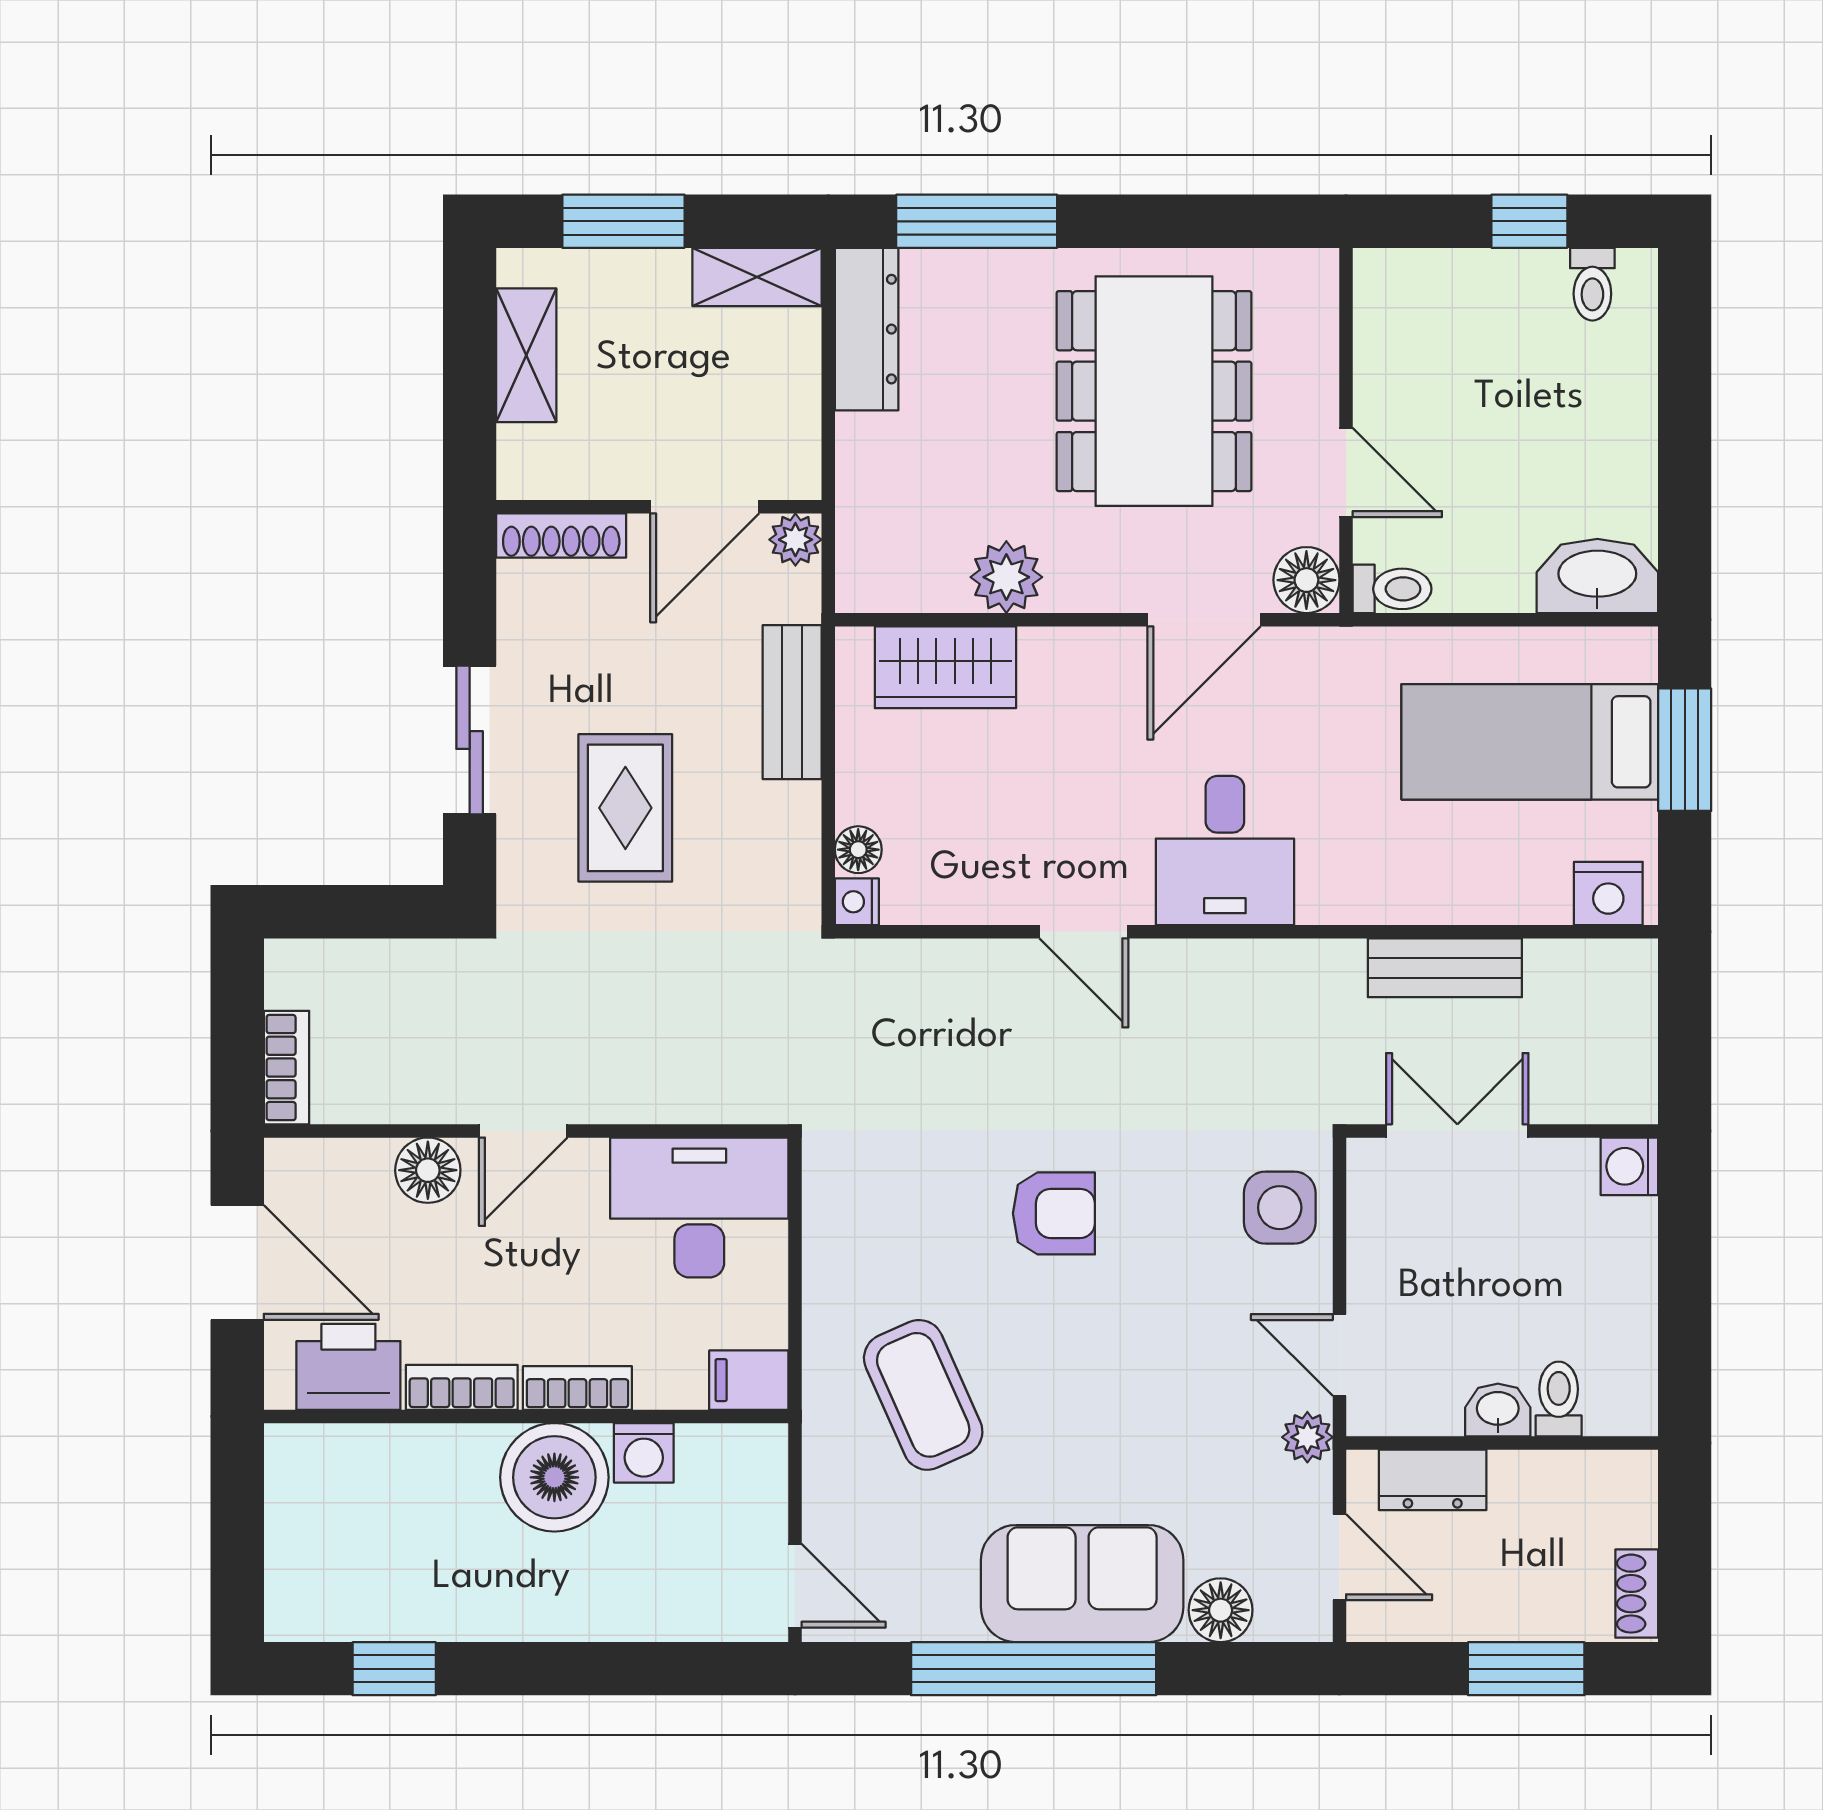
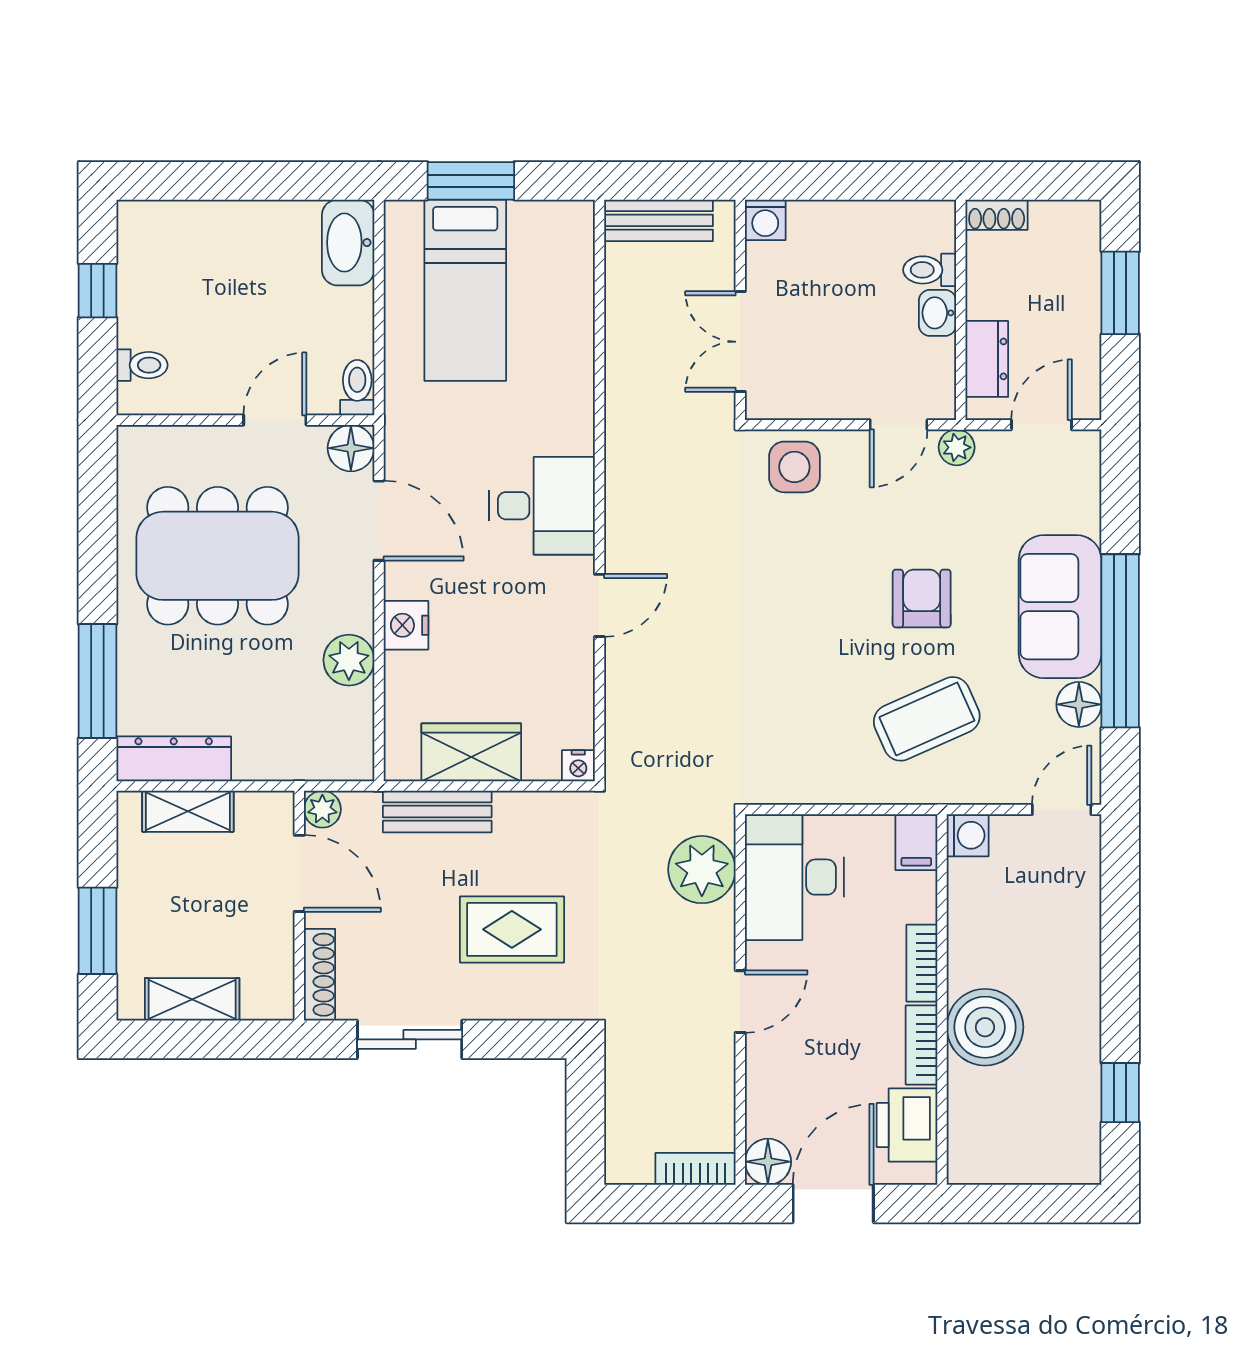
shelving: (757, 277) -> (188, 811), moved, turned 90
toilet: (1592, 284) -> (142, 365), moved
wardrobe: (945, 667) -> (471, 752), moved, turned -90
sliding door: (470, 740) -> (410, 1039), moved
floor lamp: (858, 850) -> (541, 765), removed
nightstand: (1608, 893) -> (406, 625), moved, turned 180
bench: (1445, 968) -> (659, 220), moved, turned 90
plant: (710, 1077) -> (702, 870), added
door: (523, 1131) -> (740, 1002), hinge flipped
floor lamp: (428, 1170) -> (768, 1162), moved
armchair: (1054, 1213) -> (922, 598), moved
washing machine: (644, 1453) -> (968, 835), moved
boiler: (554, 1477) -> (985, 1027), moved
shoe rack: (1637, 1594) -> (997, 215), moved
floor lamp: (1221, 1610) -> (1079, 704), moved

